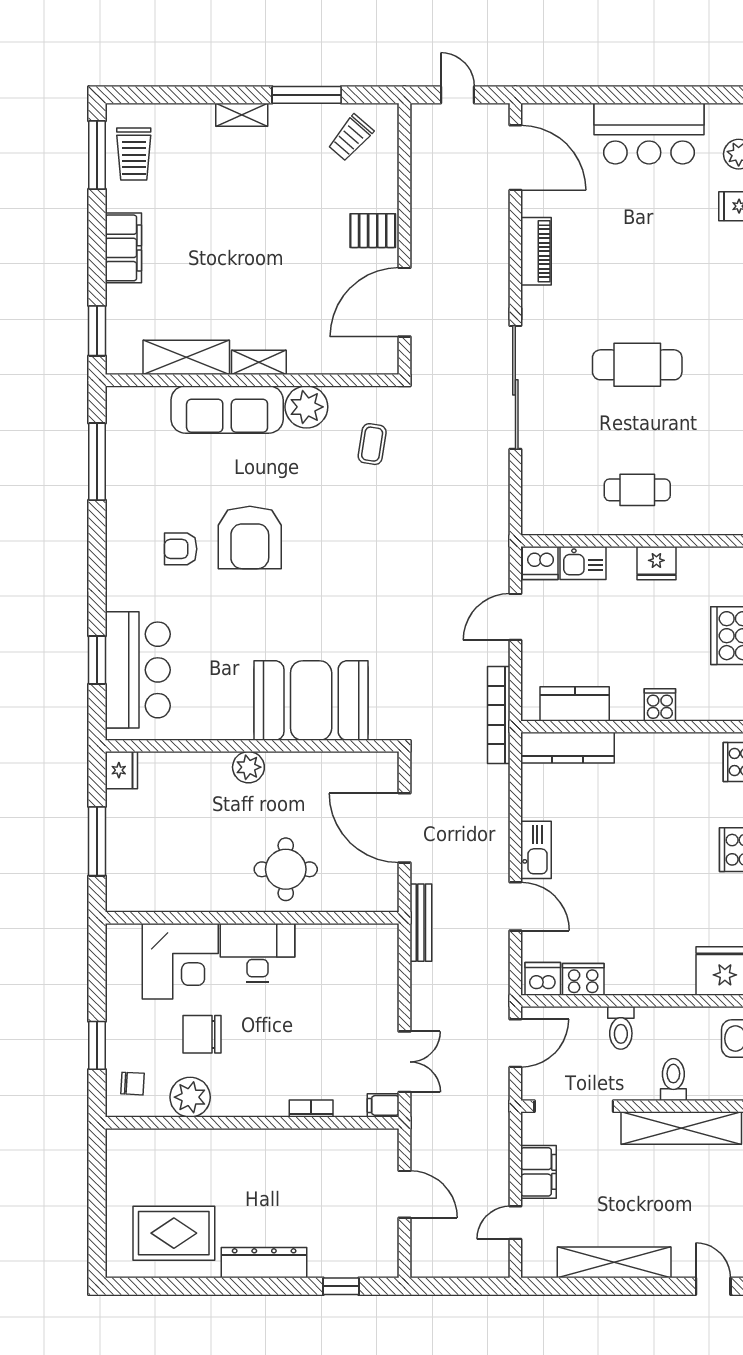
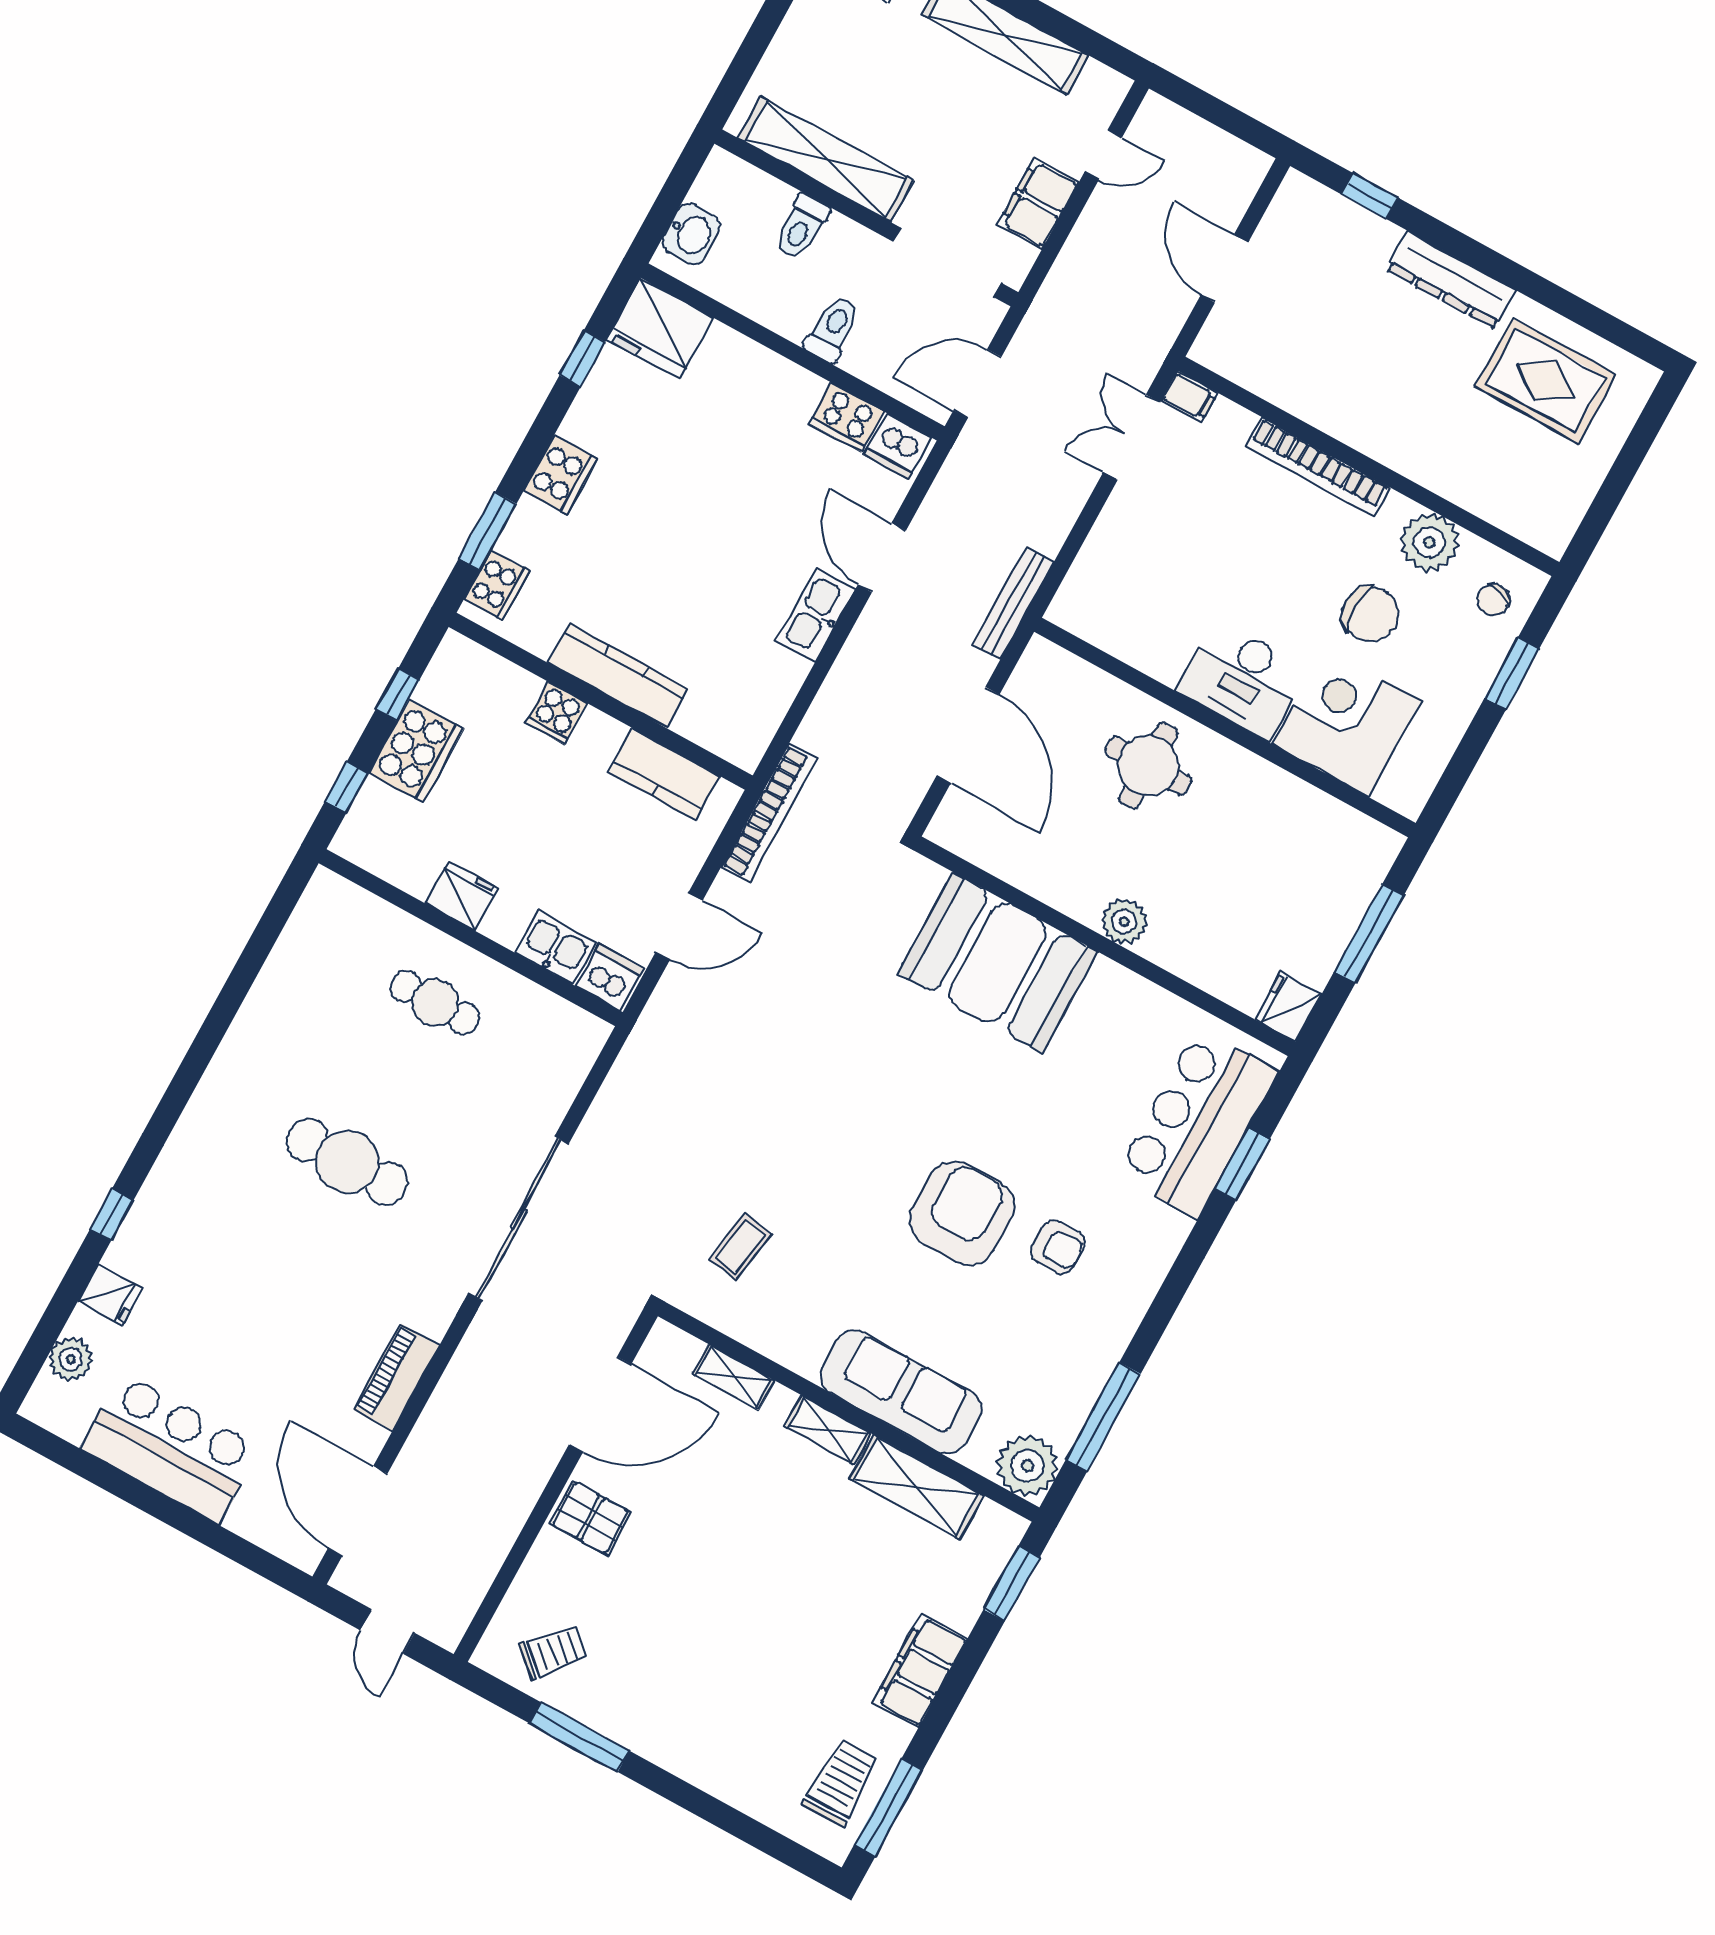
shelving: (242, 115) -> (733, 1377), moved
plant: (306, 407) -> (1027, 1466), moved
kitchen counter: (567, 748) -> (618, 676), moved
chair: (132, 1084) -> (1493, 600), turned -73
bookcase: (311, 1108) -> (1318, 467), width x2.31, depth x1.31

